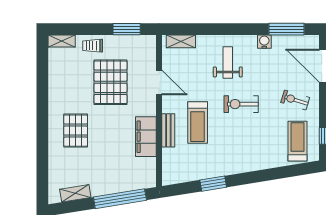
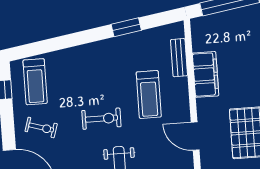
treadmill: (198, 122) -> (149, 94), turned 180
bench: (168, 130) -> (179, 58), moved

